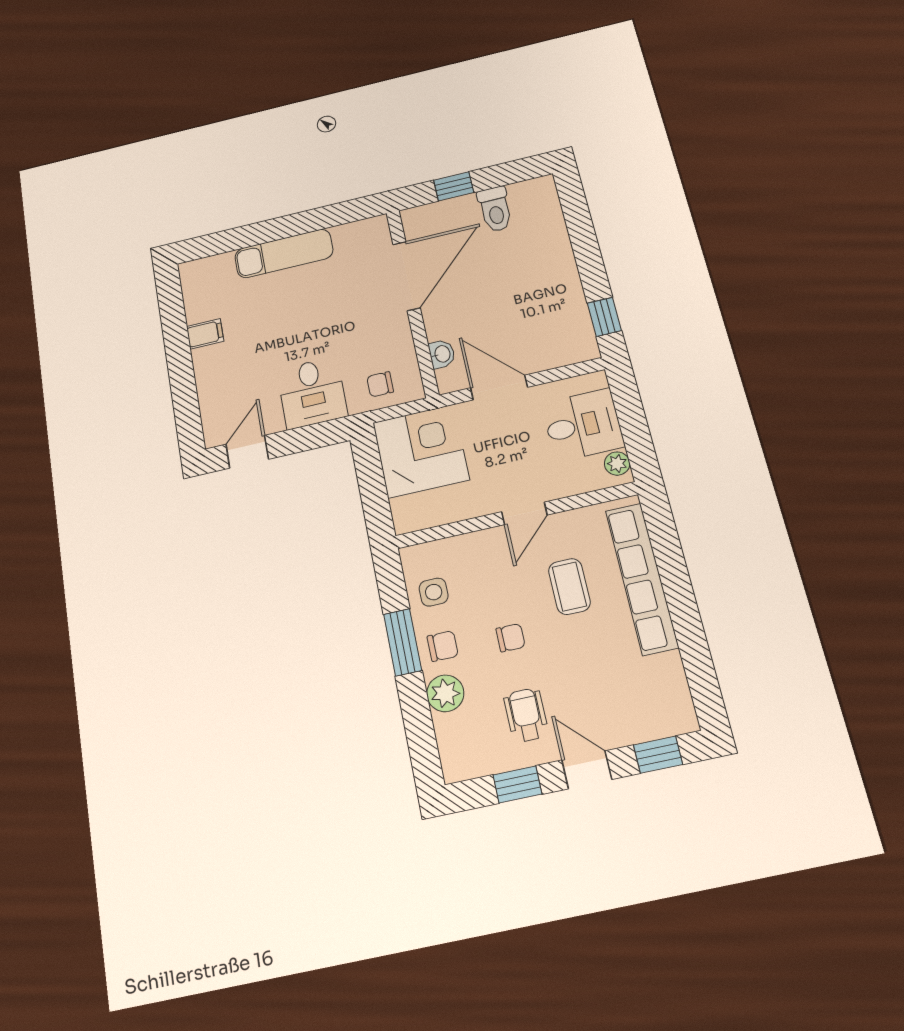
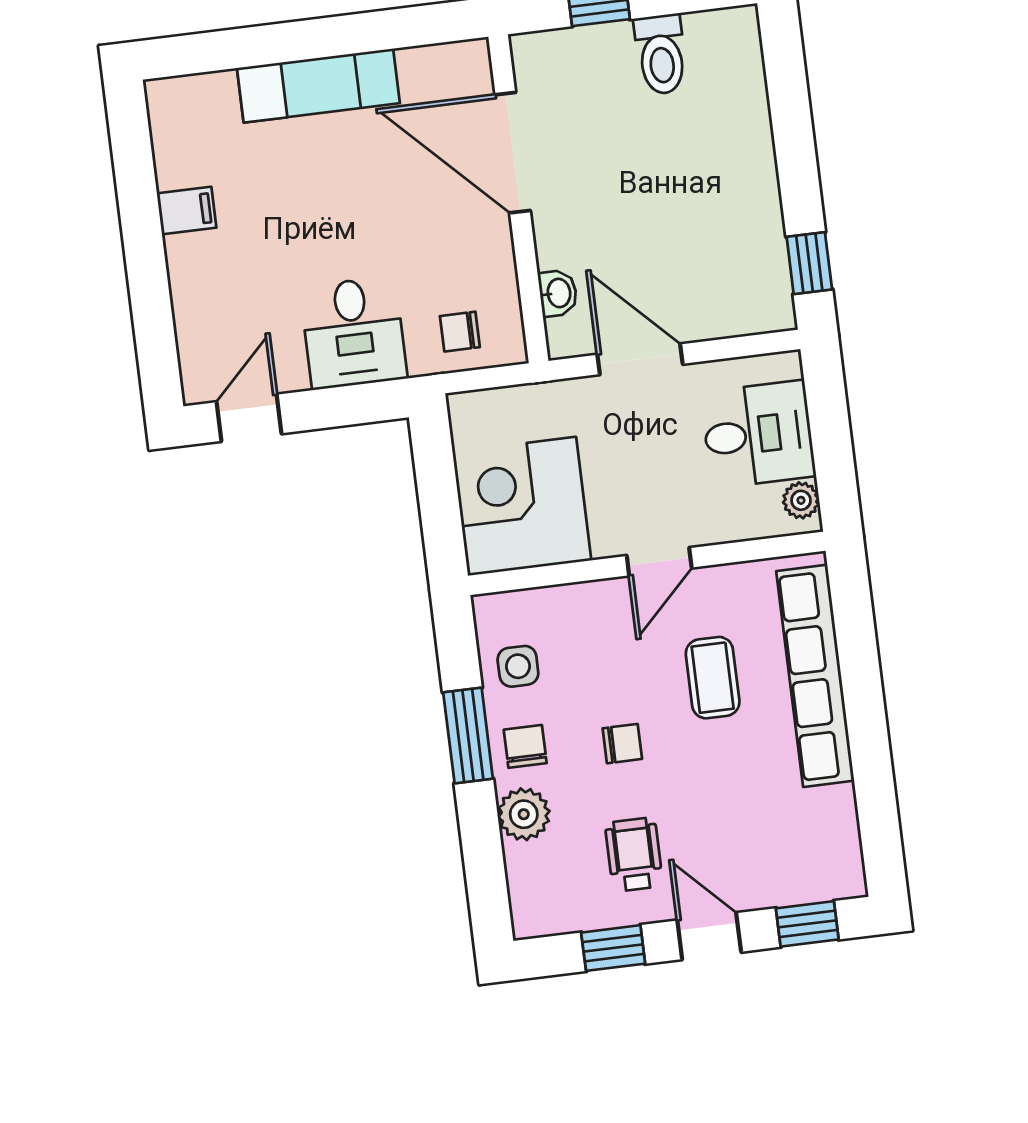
door: (407, 276) -> (513, 153), swing flipped
corner desk: (421, 451) -> (522, 506), moved, turned -90
chair: (443, 646) -> (525, 746), turned -90

